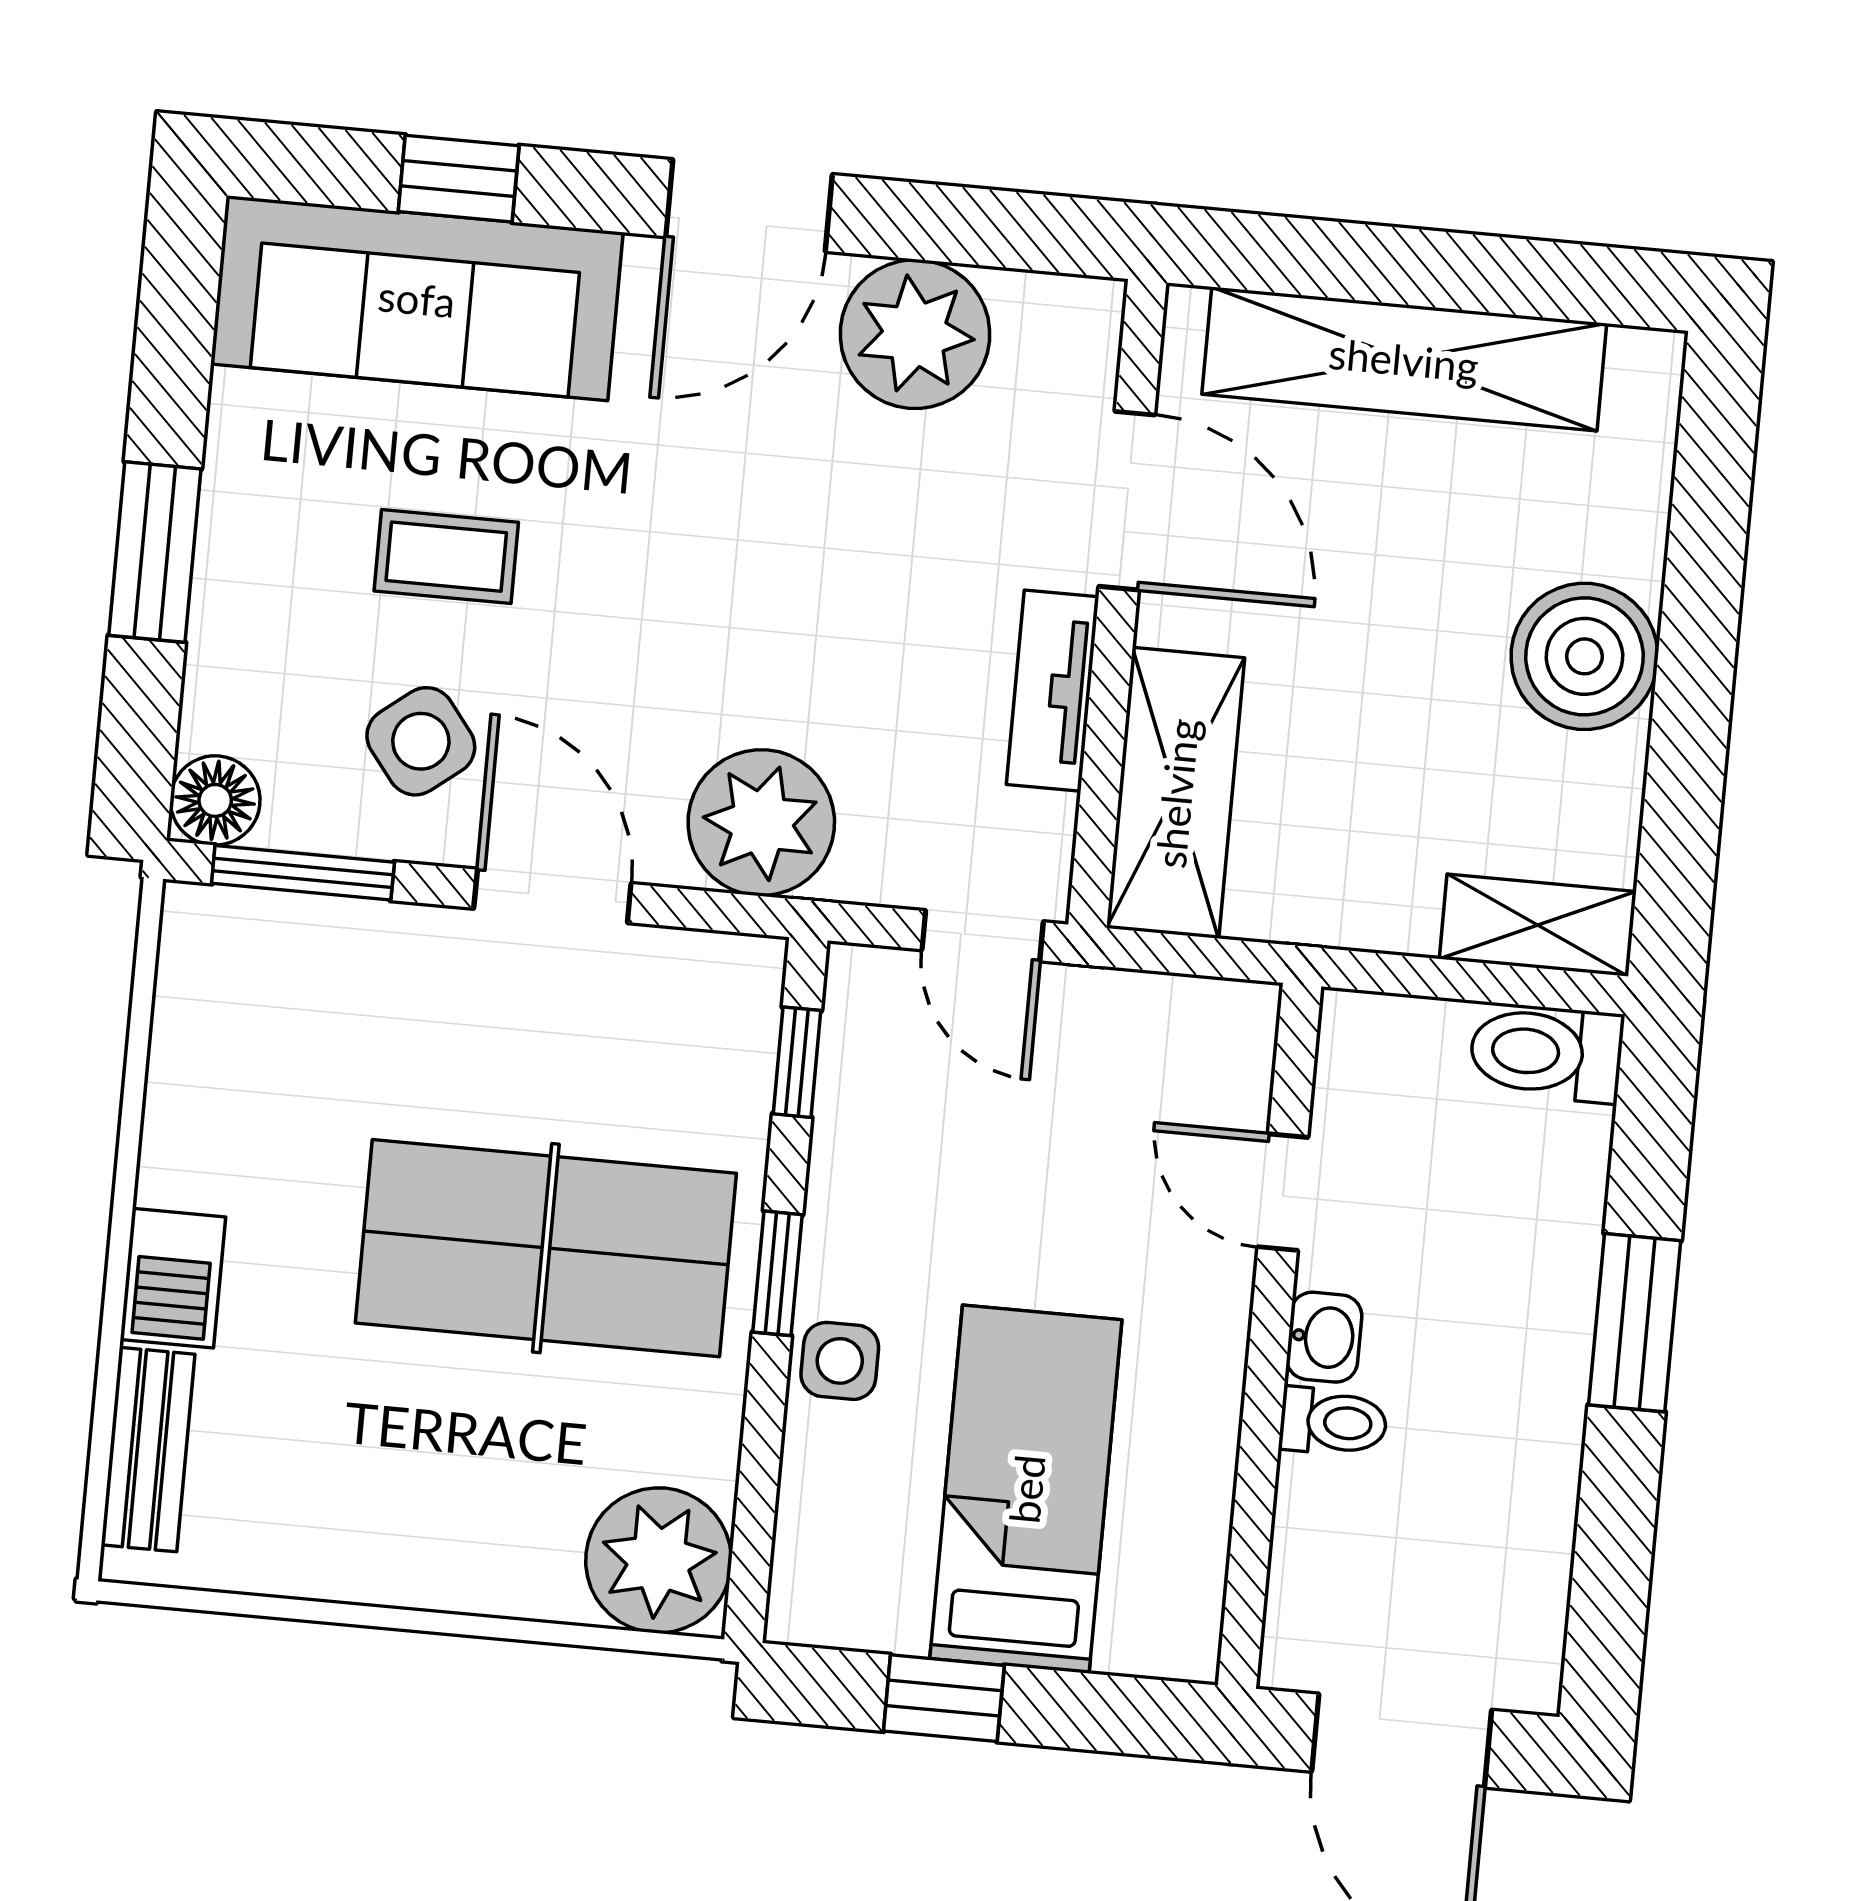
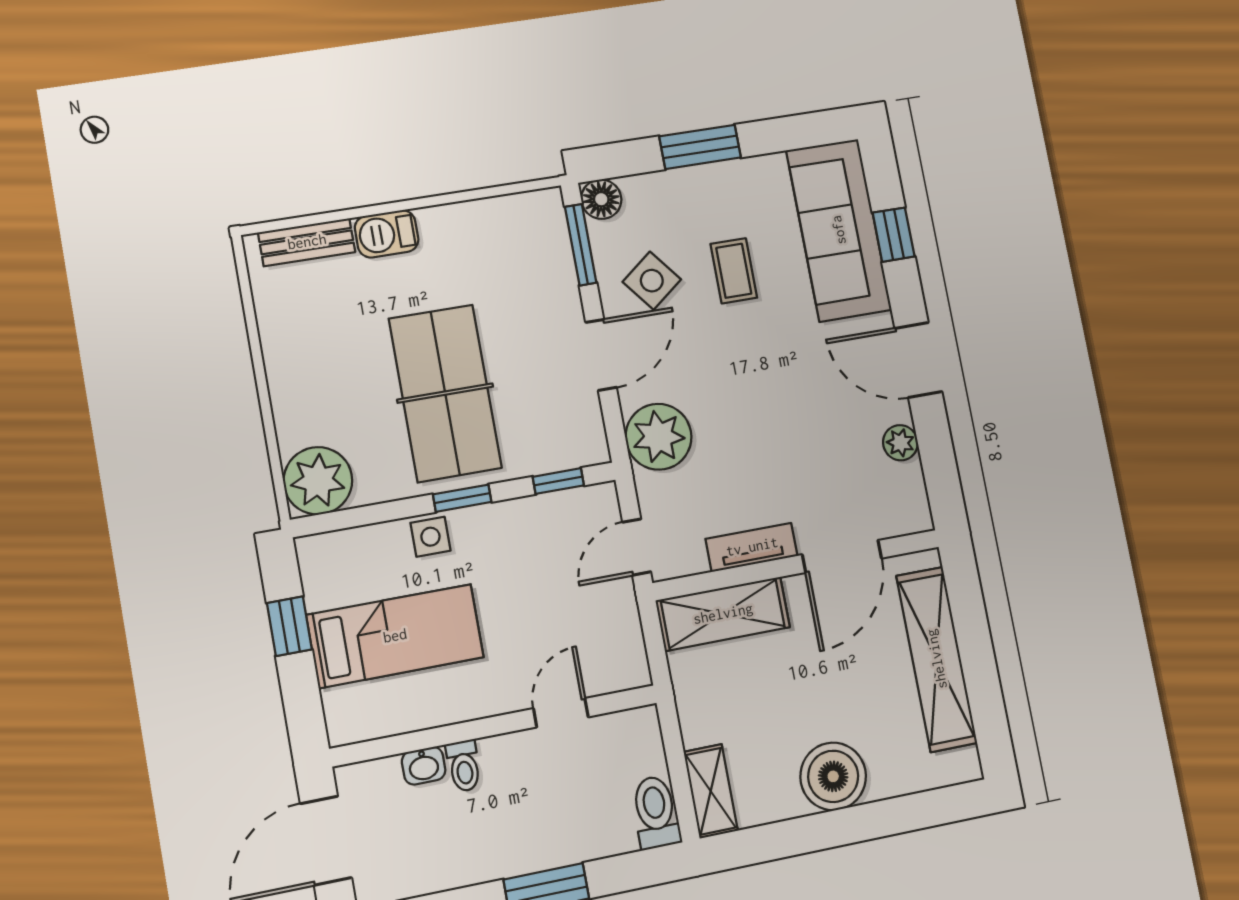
plant: (915, 334) -> (900, 443), width x0.53, depth x0.53
washbasin: (1324, 1337) -> (424, 766), moved

